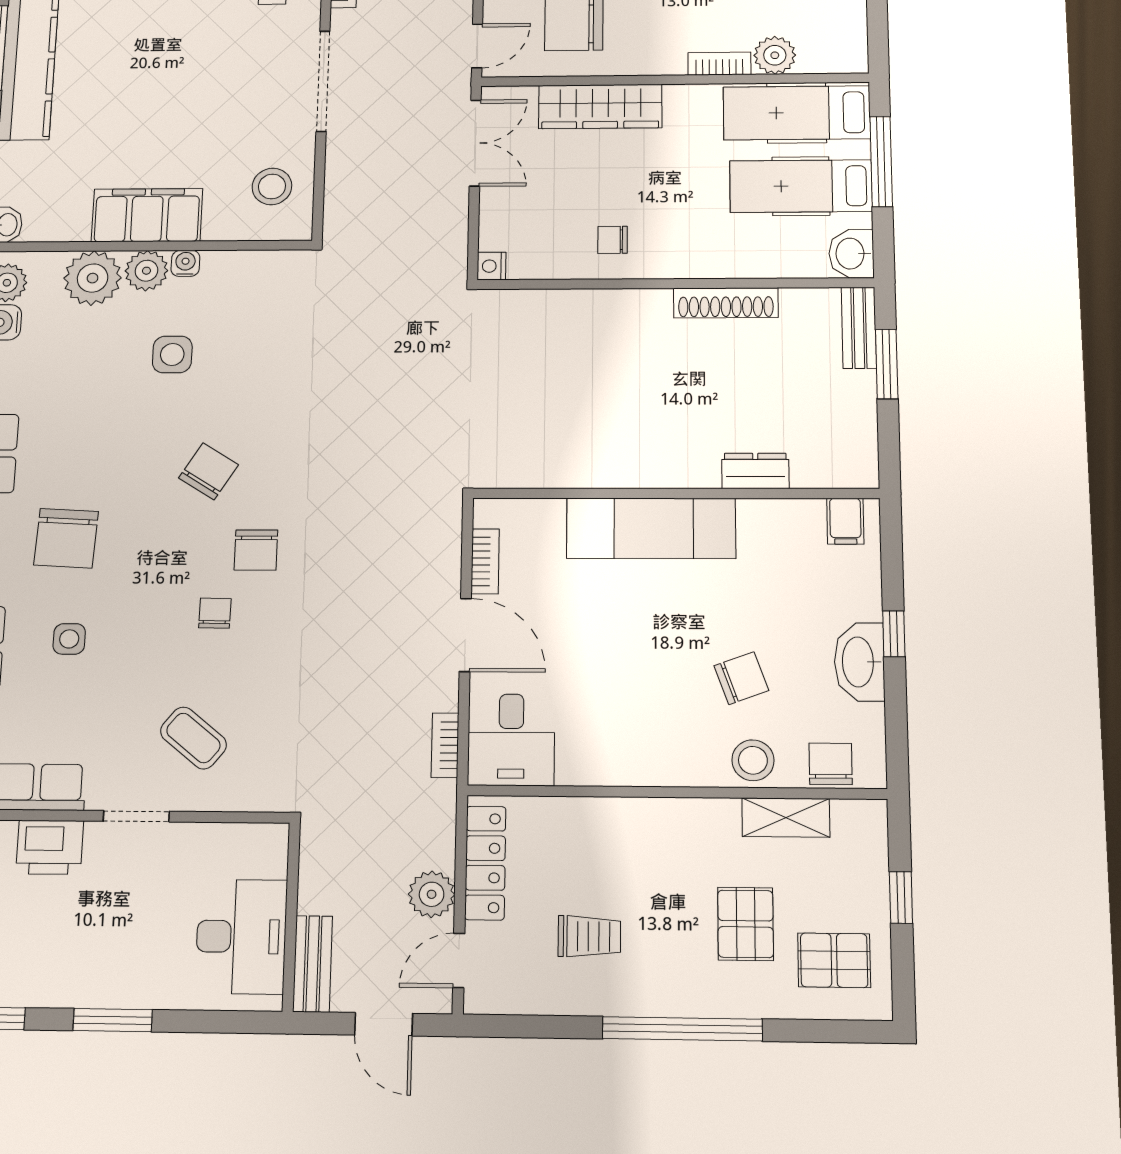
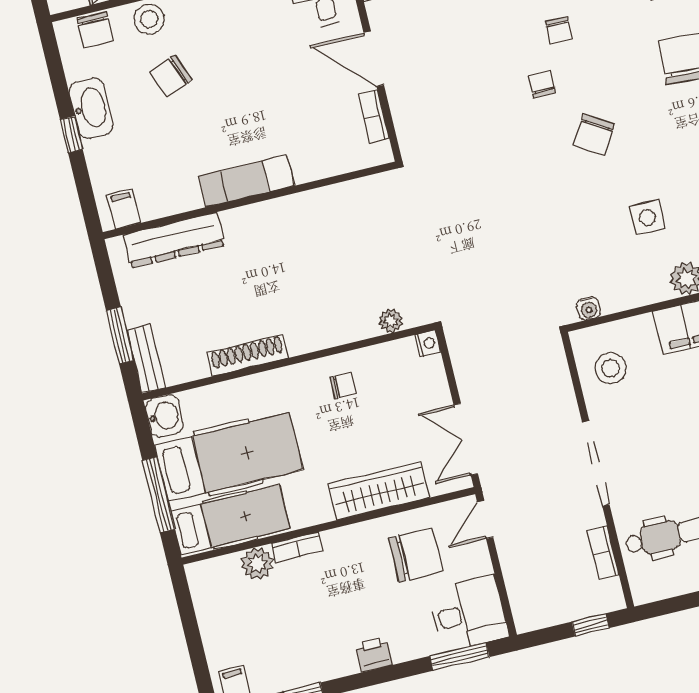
hospital bed: (801, 186) -> (229, 457), width x1.37, depth x1.29
water cooler: (185, 263) -> (589, 308), moved
plant: (531, 304) -> (391, 321), added
dresser: (755, 471) -> (174, 240), width x1.96, depth x1.24
exam couch: (651, 528) -> (246, 181), width x0.73, depth x0.69
chair: (256, 550) -> (542, 84), width x0.73, depth x0.73

